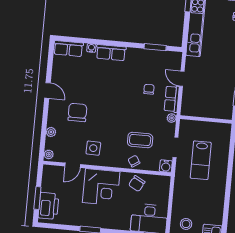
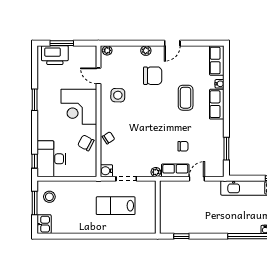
plant: (51, 132) -> (146, 51), moved
coffee table: (140, 140) -> (186, 98), moved

